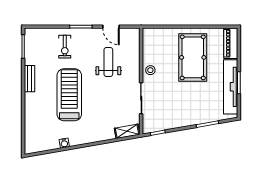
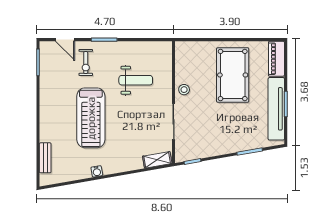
door: (111, 27) -> (65, 40), moved
weight bench: (108, 62) -> (136, 80), turned 90
bench: (29, 79) -> (45, 158), moved
treadmill: (69, 95) -> (91, 118), turned 180
water cooler: (64, 143) -> (97, 171), moved

